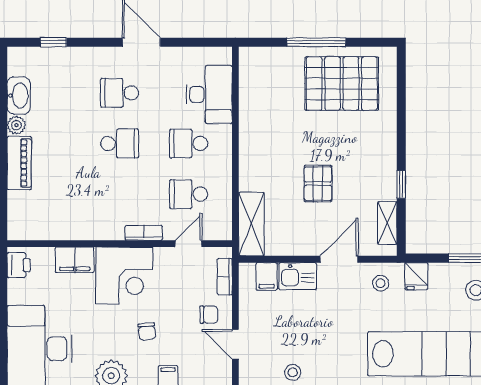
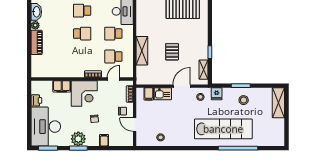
shelving: (251, 224) -> (142, 51), moved
printer: (19, 265) -> (36, 100), moved

